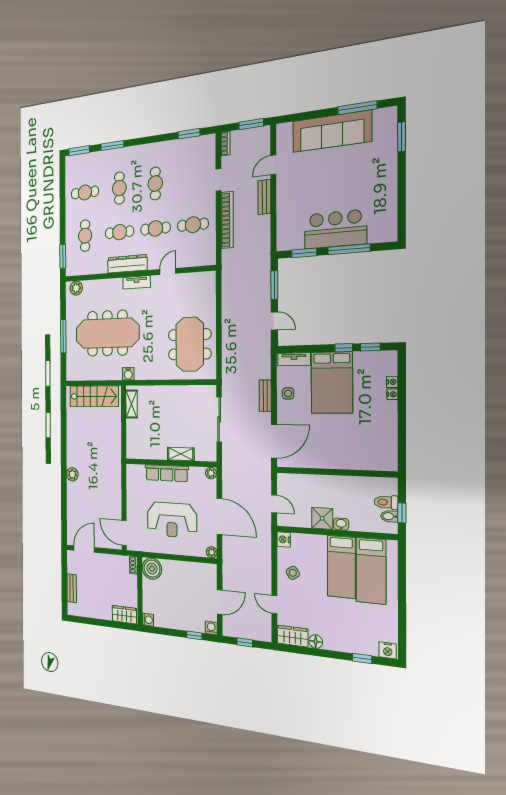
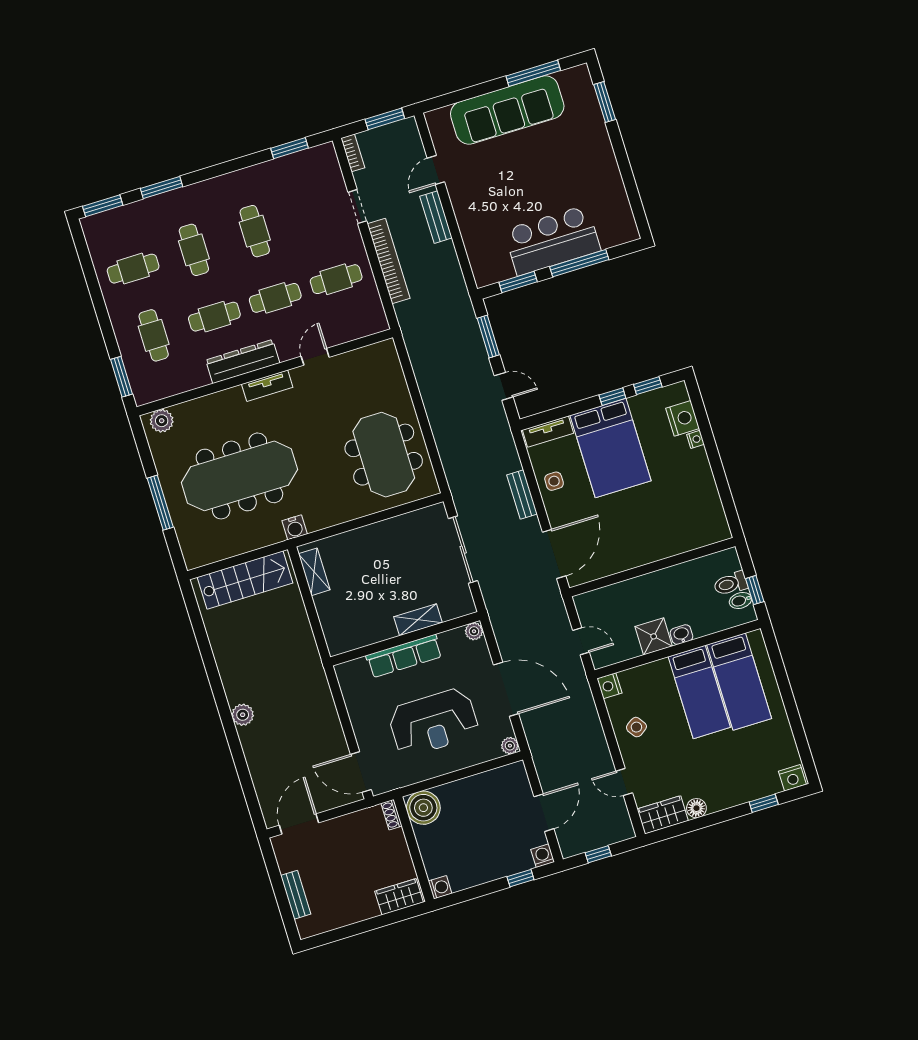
nightstand: (392, 382) -> (683, 418), width x1.89, depth x1.79

